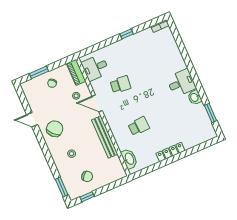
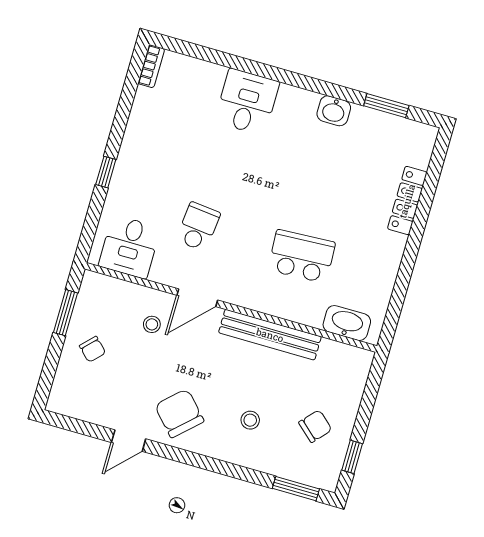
window: (127, 34) -> (106, 172), moved
window: (39, 72) -> (65, 313), moved
piano: (76, 72) -> (109, 289), removed
desk: (181, 83) -> (247, 102), moved
school desk: (139, 126) -> (302, 256), width x1.85
locker: (170, 152) -> (407, 201), moved

